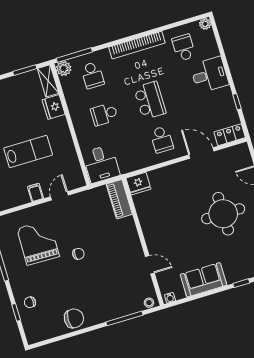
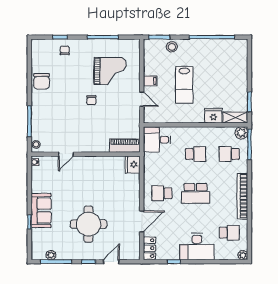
desk: (210, 75) -> (197, 247), width x1.37
school desk: (104, 114) -> (196, 154), turned 90
sofa: (203, 280) -> (41, 211), moved

